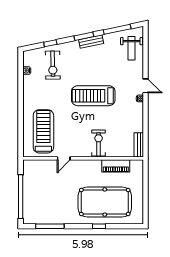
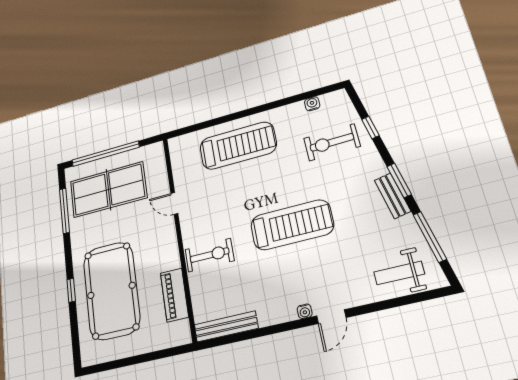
treadmill: (93, 96) -> (292, 225), turned 90
treadmill: (43, 131) -> (238, 146), moved
bench: (139, 145) -> (226, 326), width x1.36
table tennis table: (44, 197) -> (108, 190), added

